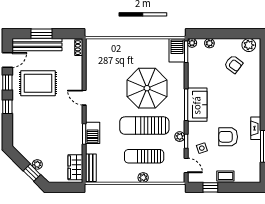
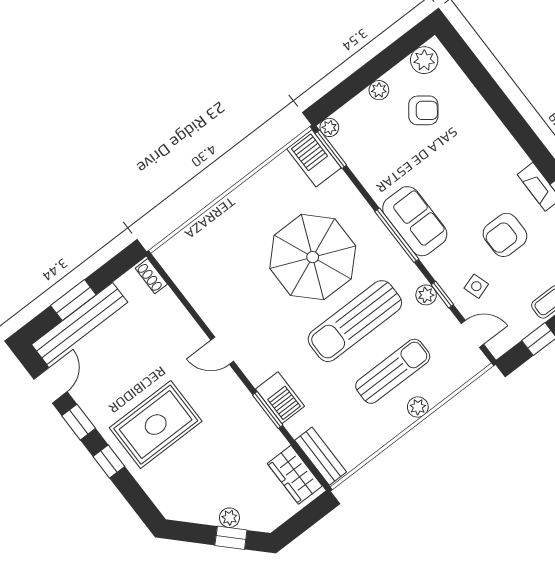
plant: (209, 43) -> (379, 90), moved
rug: (38, 83) -> (156, 425), moved
sun lounger: (144, 156) -> (393, 371), turned 180

